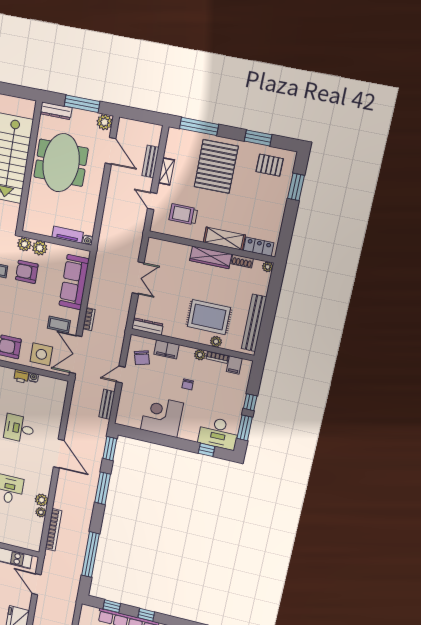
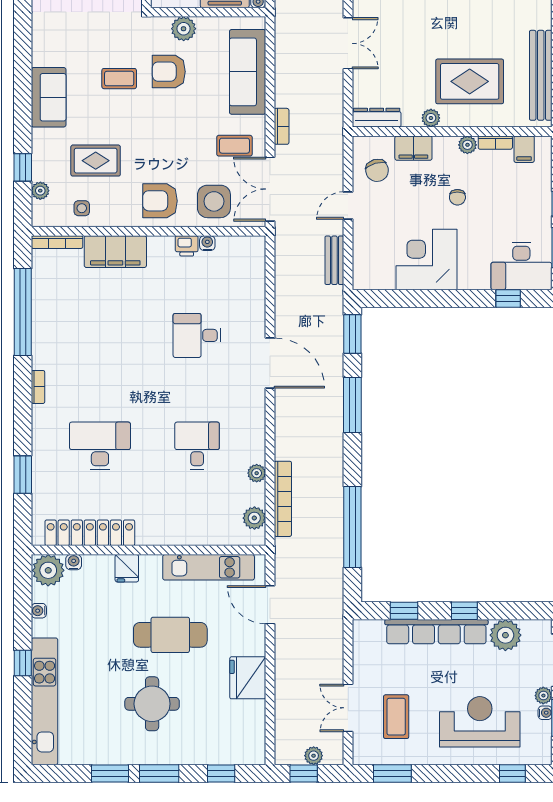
plant: (24, 244) -> (158, 28), removed
plant: (216, 342) -> (431, 118), moved
plant: (42, 500) -> (254, 518), moved

